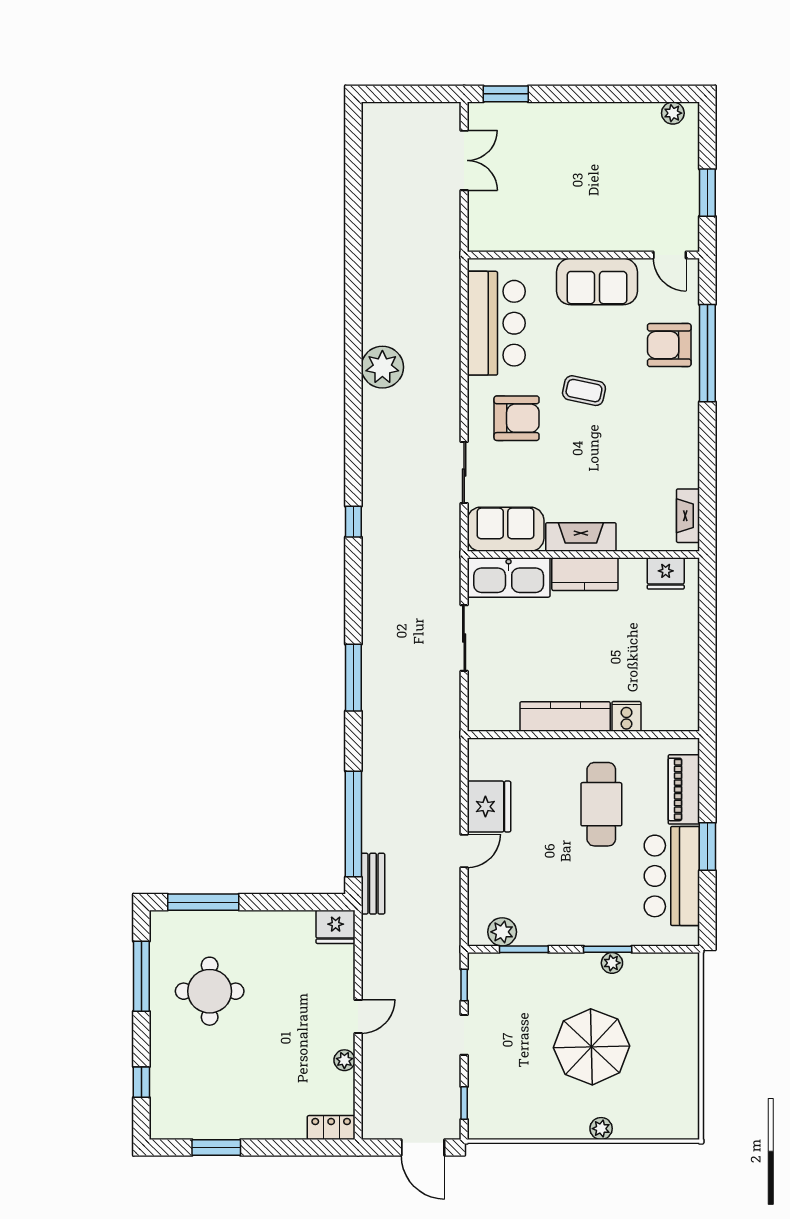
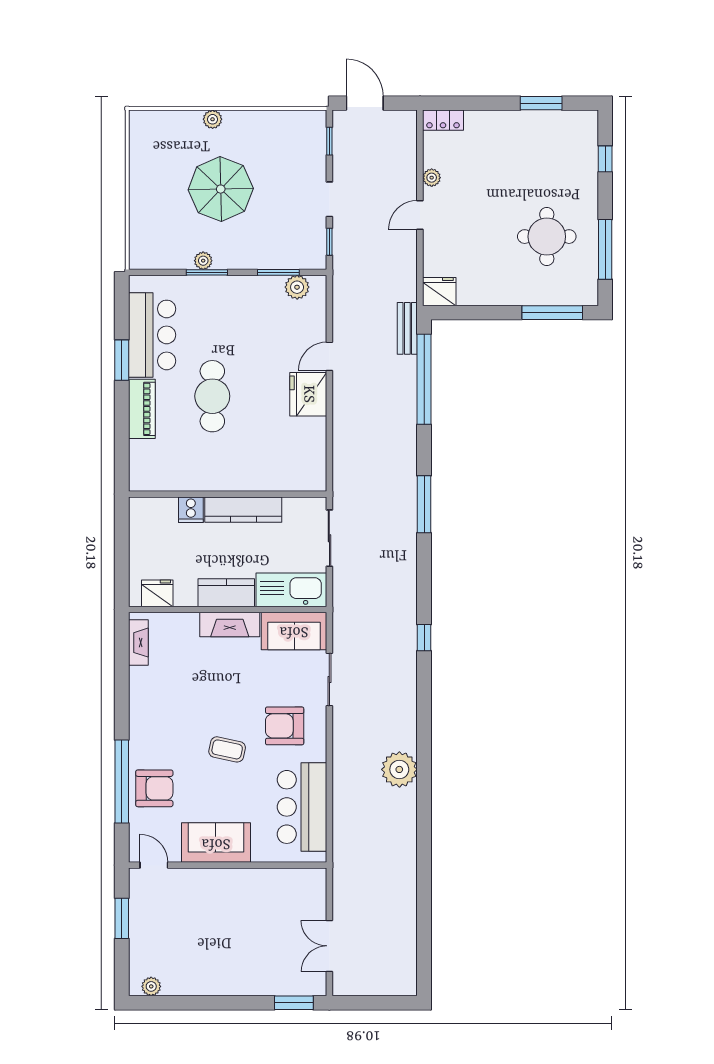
cooker: (626, 716) -> (191, 510), moved
kitchen counter: (565, 717) -> (243, 510), moved
wall: (583, 735) -> (228, 494), moved

